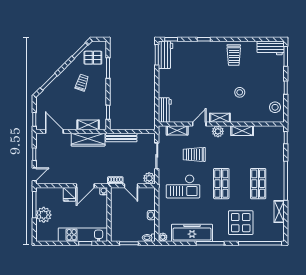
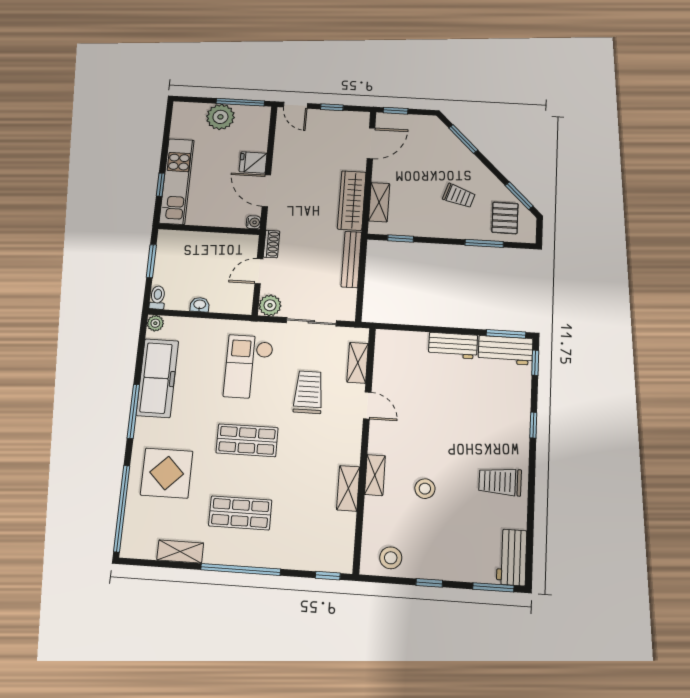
workbench: (165, 110) -> (453, 346), moved
shelving: (220, 118) -> (375, 475), moved
plant: (218, 131) -> (350, 440), removed

